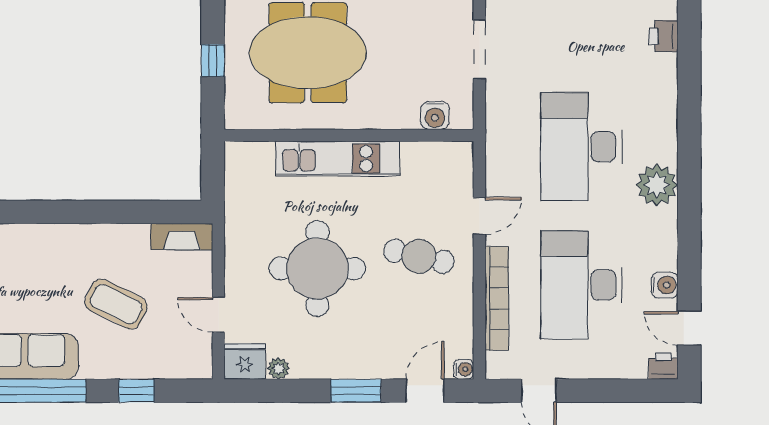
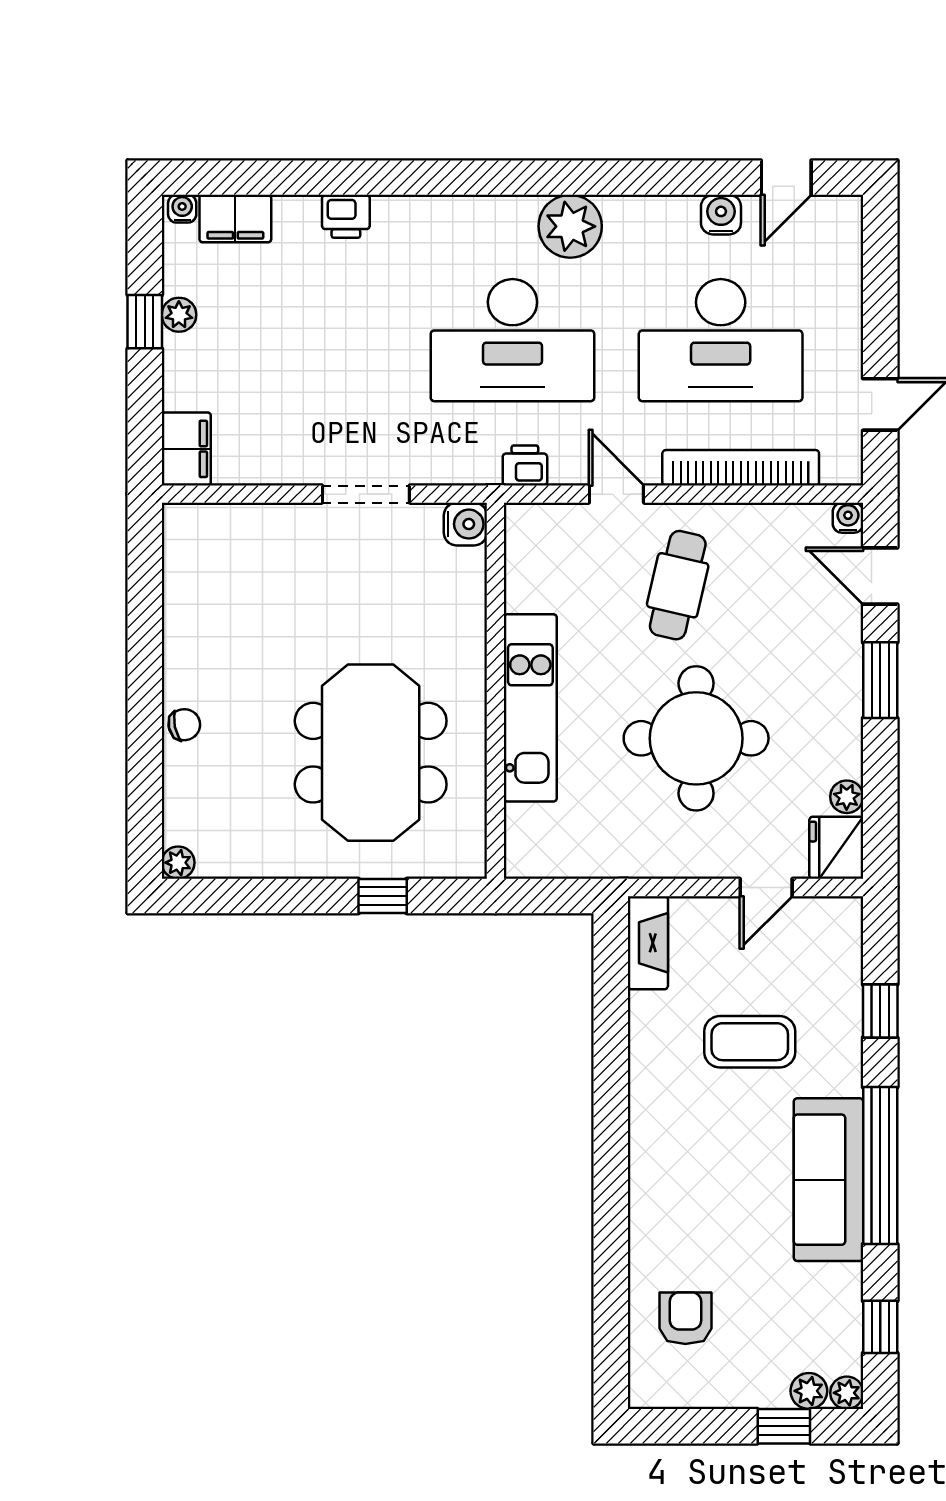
water cooler: (435, 115) -> (465, 524), moved
coffee table: (116, 304) -> (750, 1042), turned 64
printer: (663, 366) -> (525, 465), moved, turned 90

